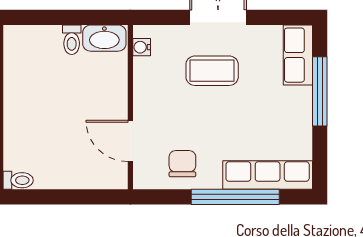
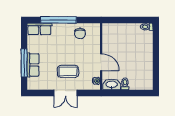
row of seats: (298, 55) -> (33, 65), moved
door: (130, 141) -> (101, 62), moved
row of seats: (268, 175) -> (39, 29), width x0.68

